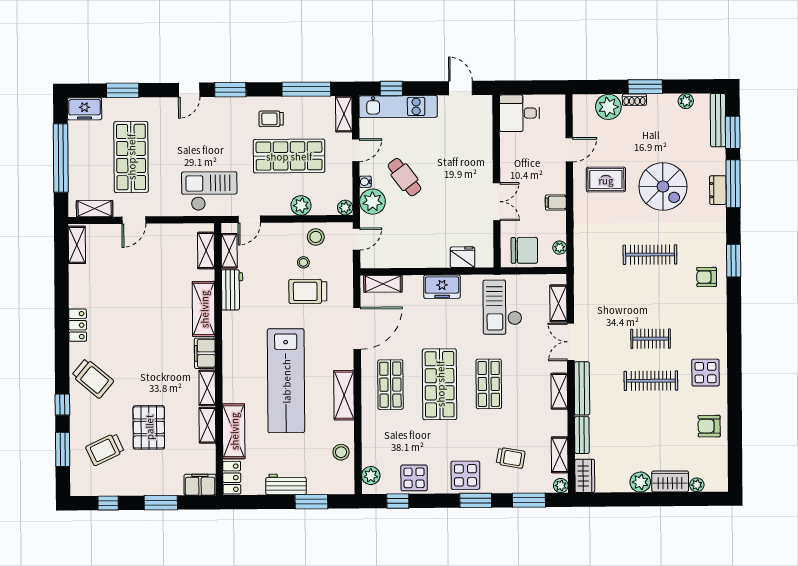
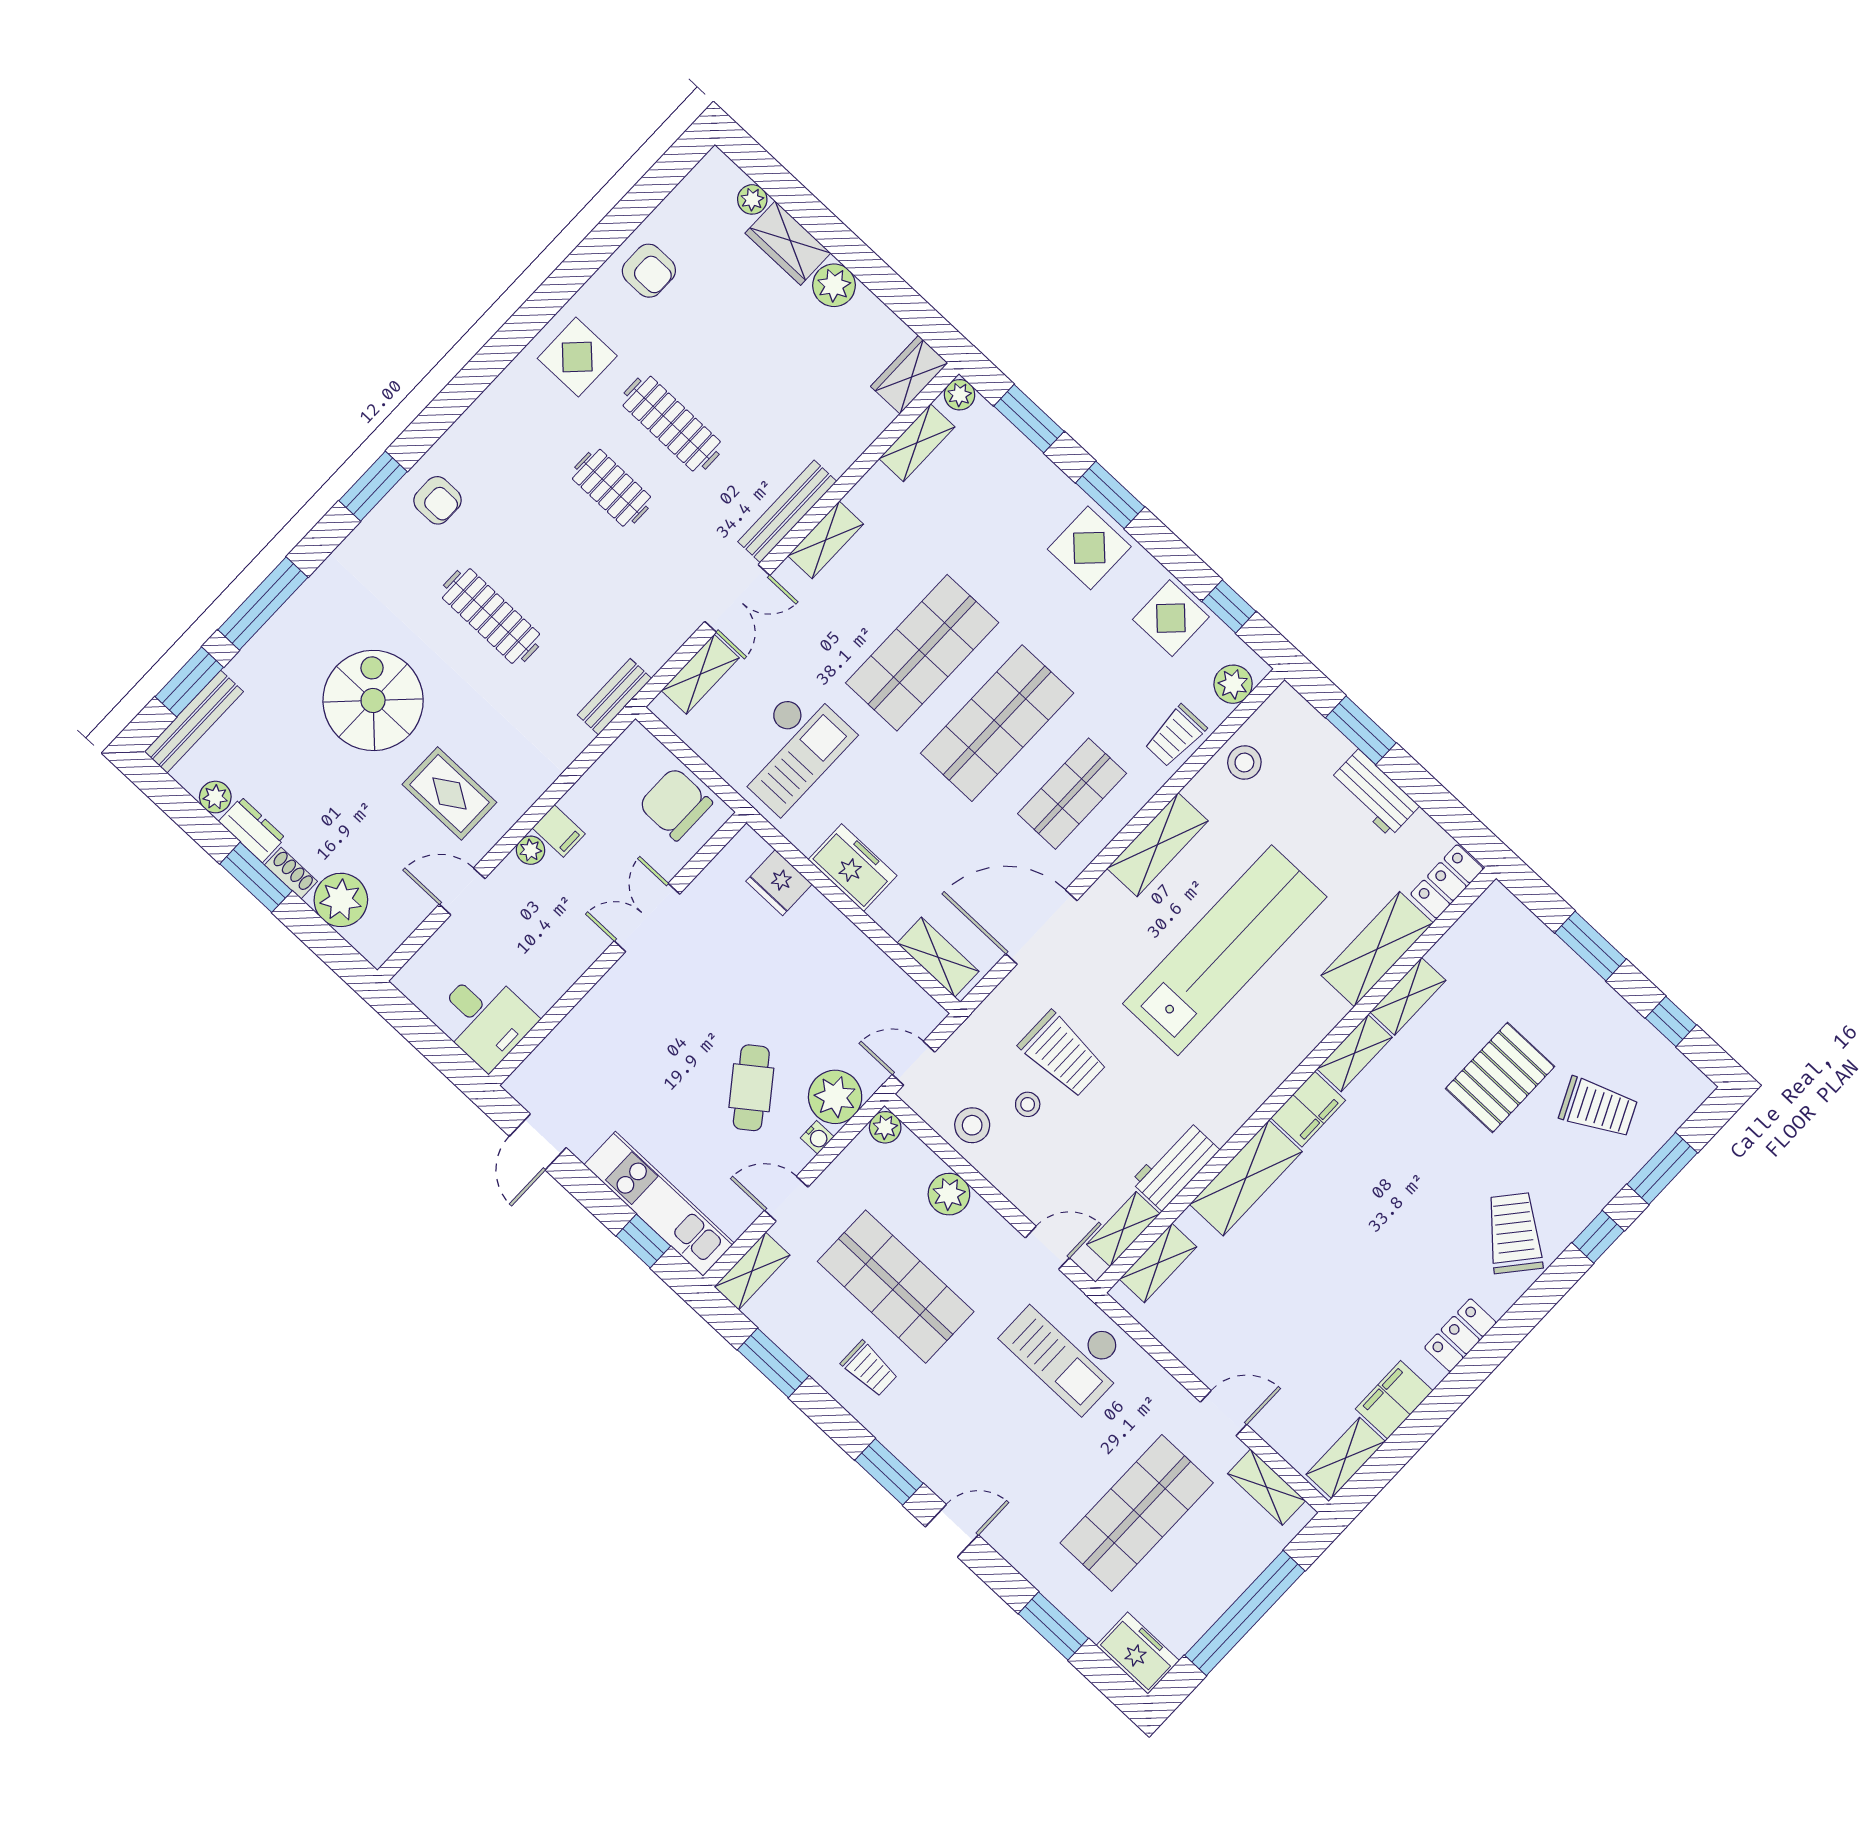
window: (306, 89) -> (773, 1363), width x0.69
dresser: (718, 190) -> (252, 830), moved, turned -90
plant: (560, 248) -> (530, 850), moved
shop shelf: (489, 384) -> (922, 653), width x1.43, depth x1.36
bench: (582, 435) -> (614, 697), moved
trolley: (511, 458) -> (1176, 736), moved, turned -100
filing cabinet: (200, 485) -> (1394, 1400), moved, turned 90

